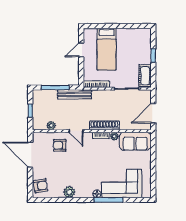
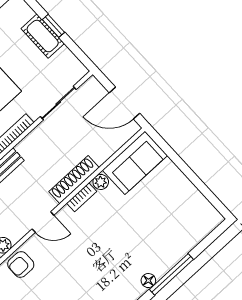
cot: (145, 76) -> (43, 36), moved
door: (153, 113) -> (124, 103), hinge flipped
armchair: (60, 145) -> (21, 264), moved
corner sofa: (122, 183) -> (169, 236), removed

